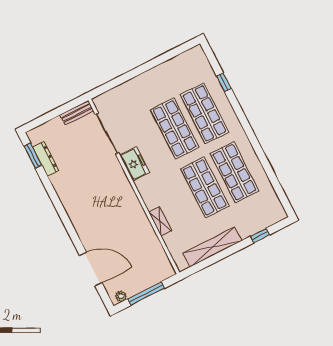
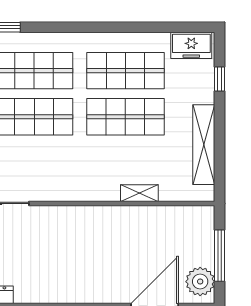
freezer: (135, 164) -> (191, 45), moved, turned 180
plant: (121, 296) -> (200, 282), width x1.87, depth x1.87

